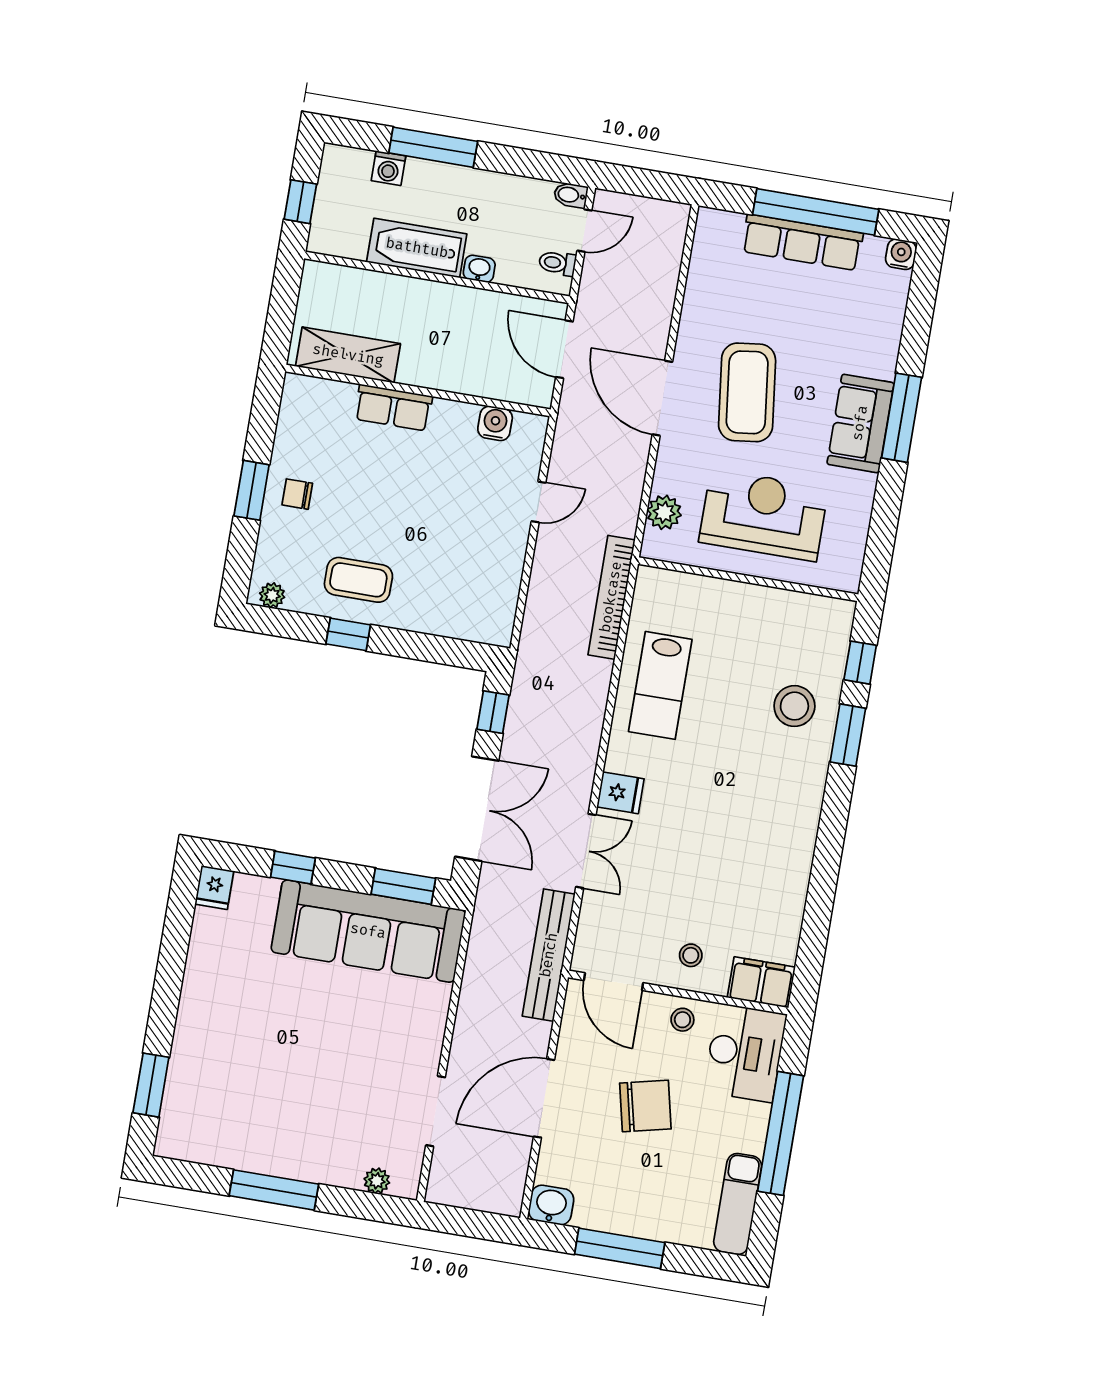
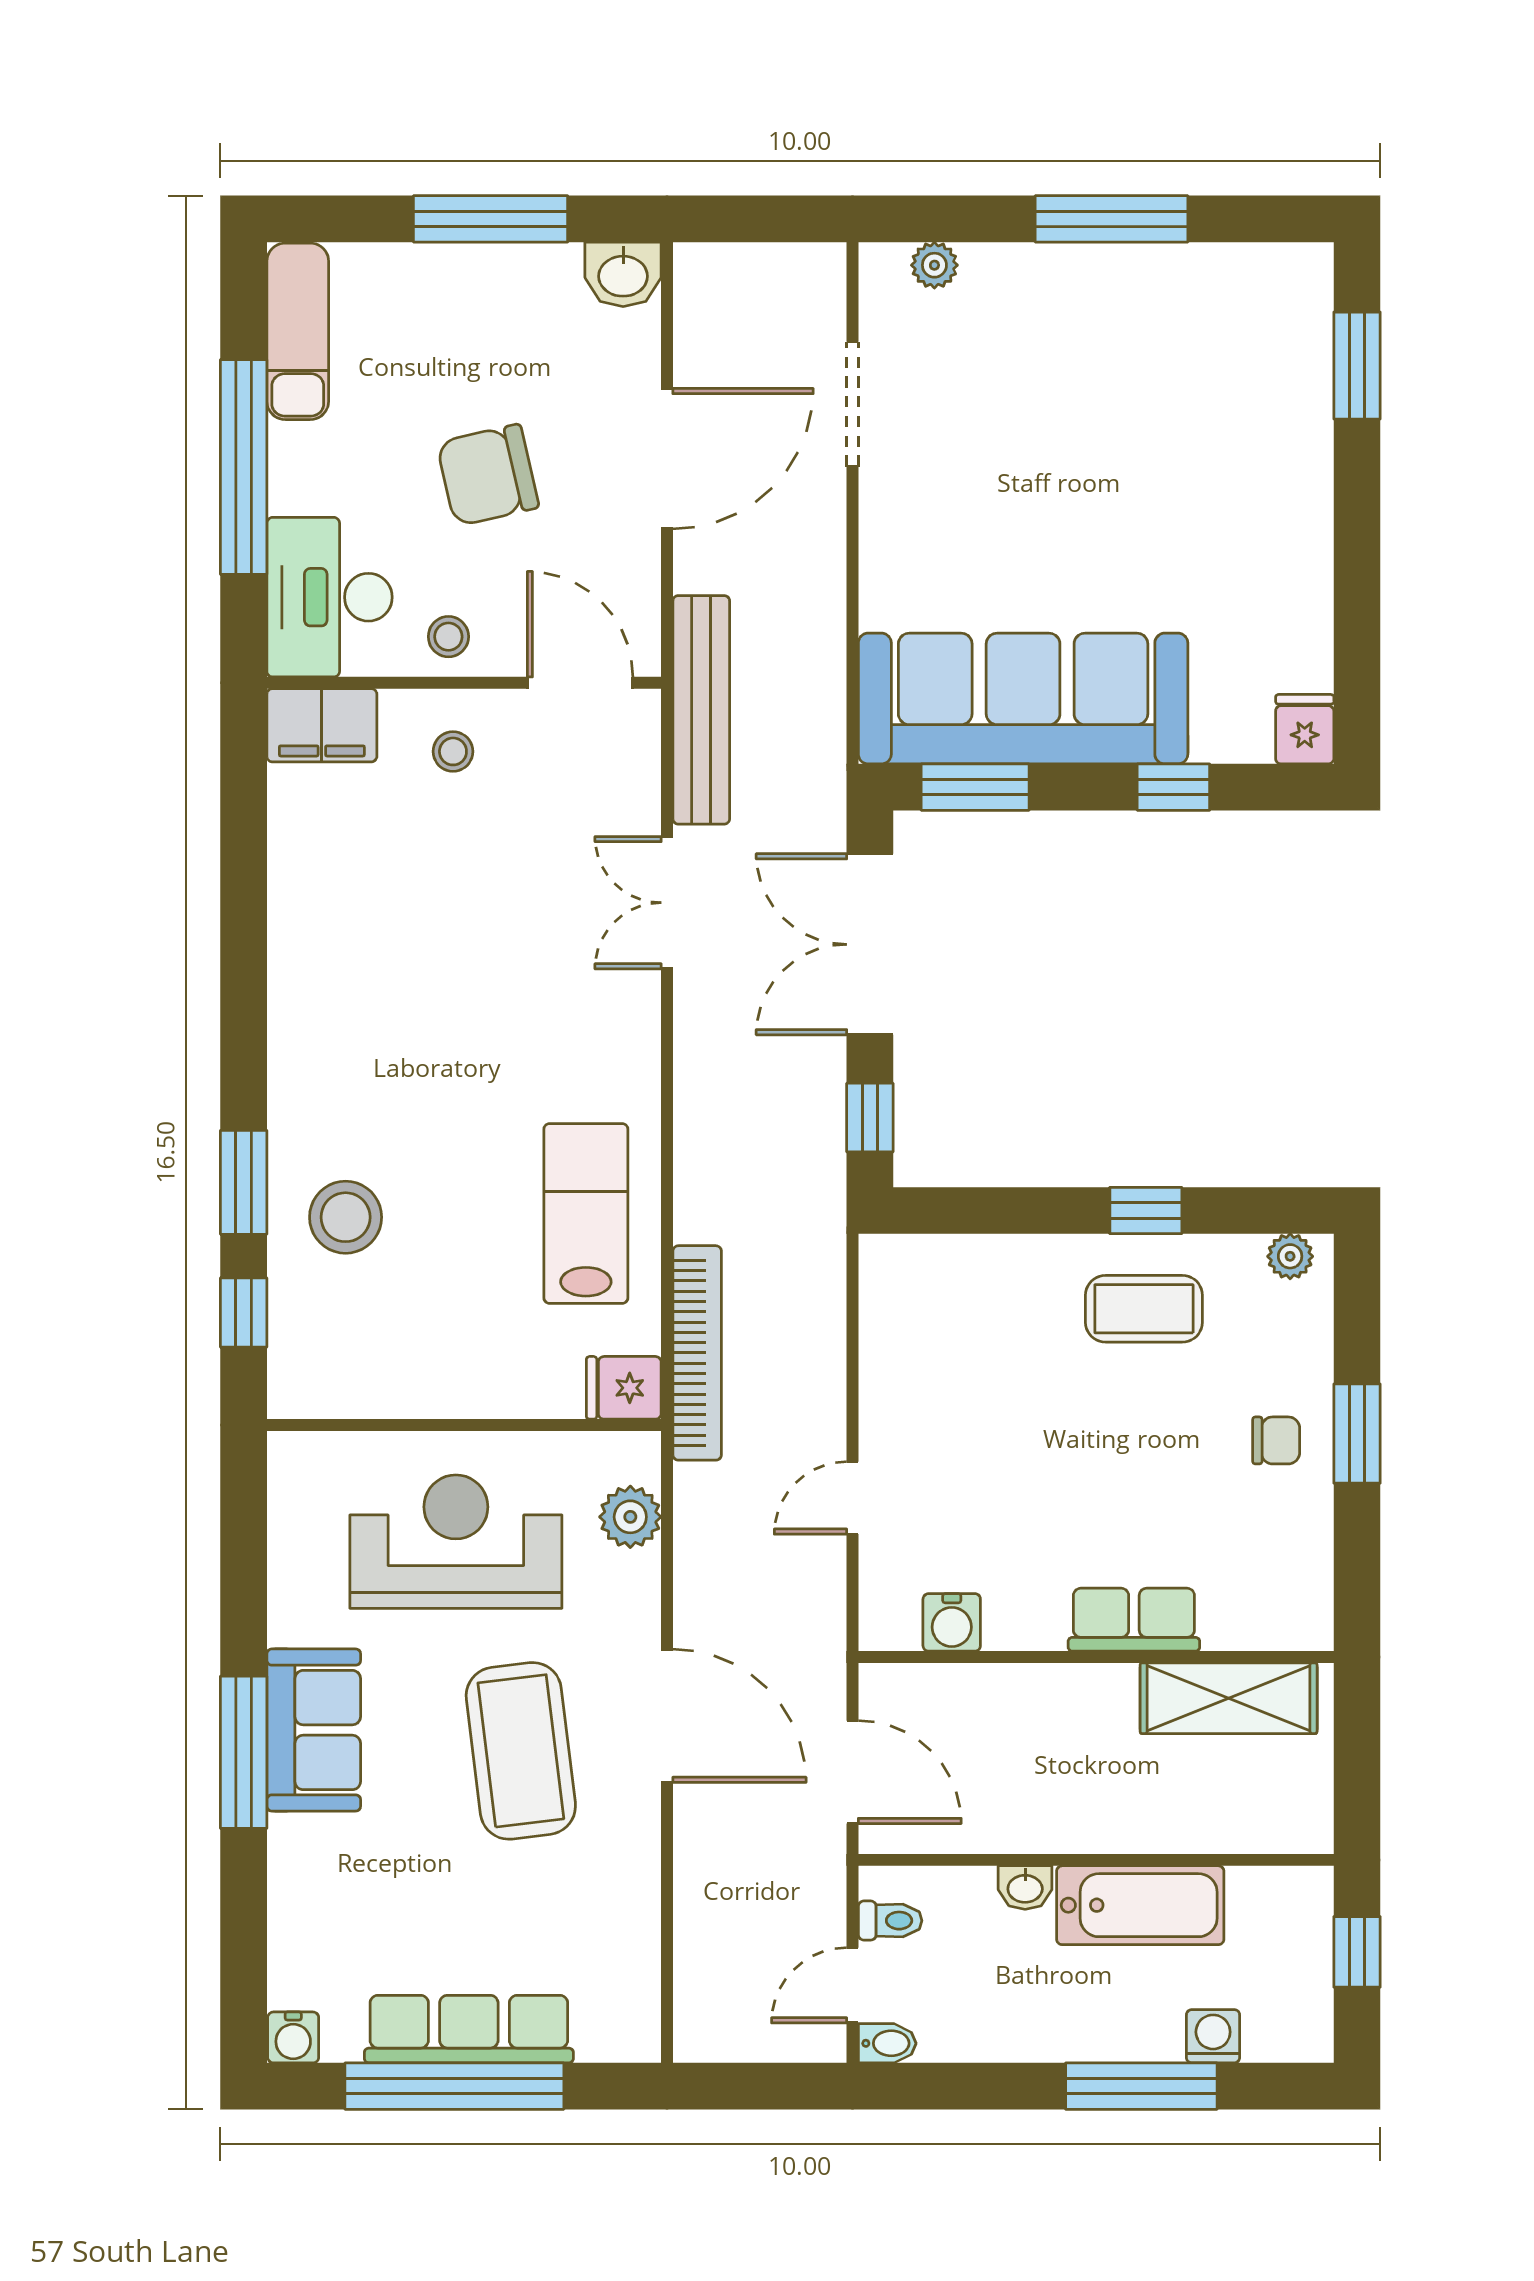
reception desk: (764, 515) -> (456, 1542), turned 180
fridge: (620, 793) -> (624, 1388), moved

